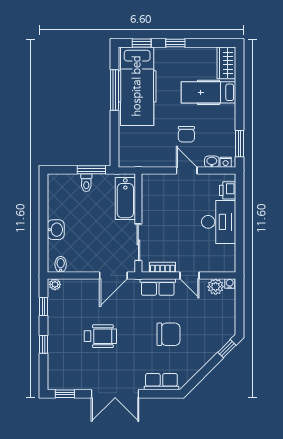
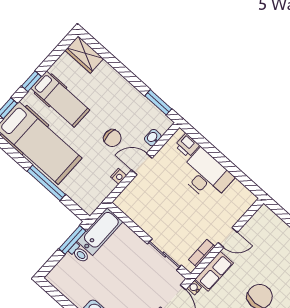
window: (114, 90) -> (46, 183), moved
hospital bed: (209, 92) -> (60, 99), moved, turned -90
nightstand: (226, 162) -> (119, 176), moved
bathtub: (125, 199) -> (100, 231), moved, turned -90
water cooler: (230, 284) -> (194, 288), moved
plant: (216, 287) -> (256, 225), removed

